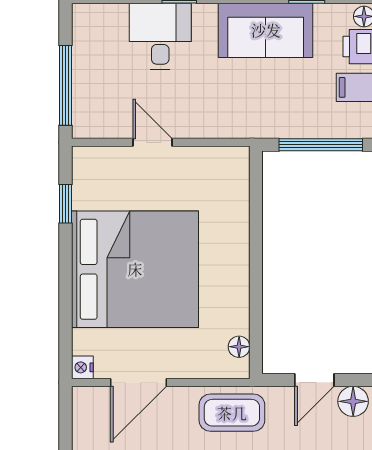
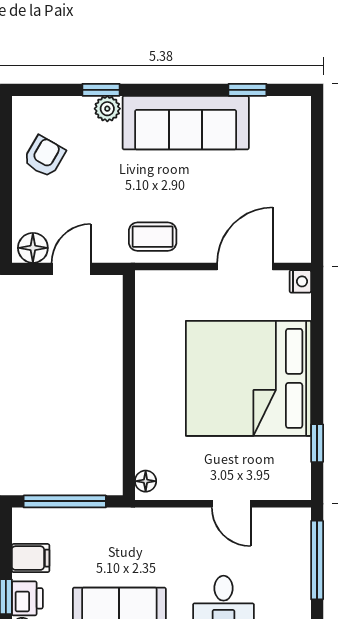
floor lamp: (239, 347) -> (146, 481), moved
coffee table: (232, 413) -> (153, 237), width x0.73, depth x0.77

